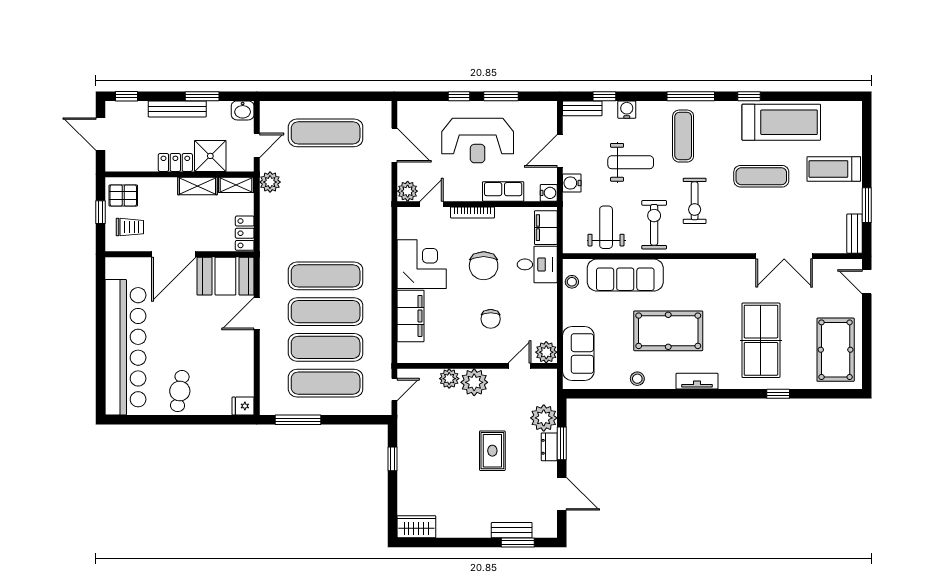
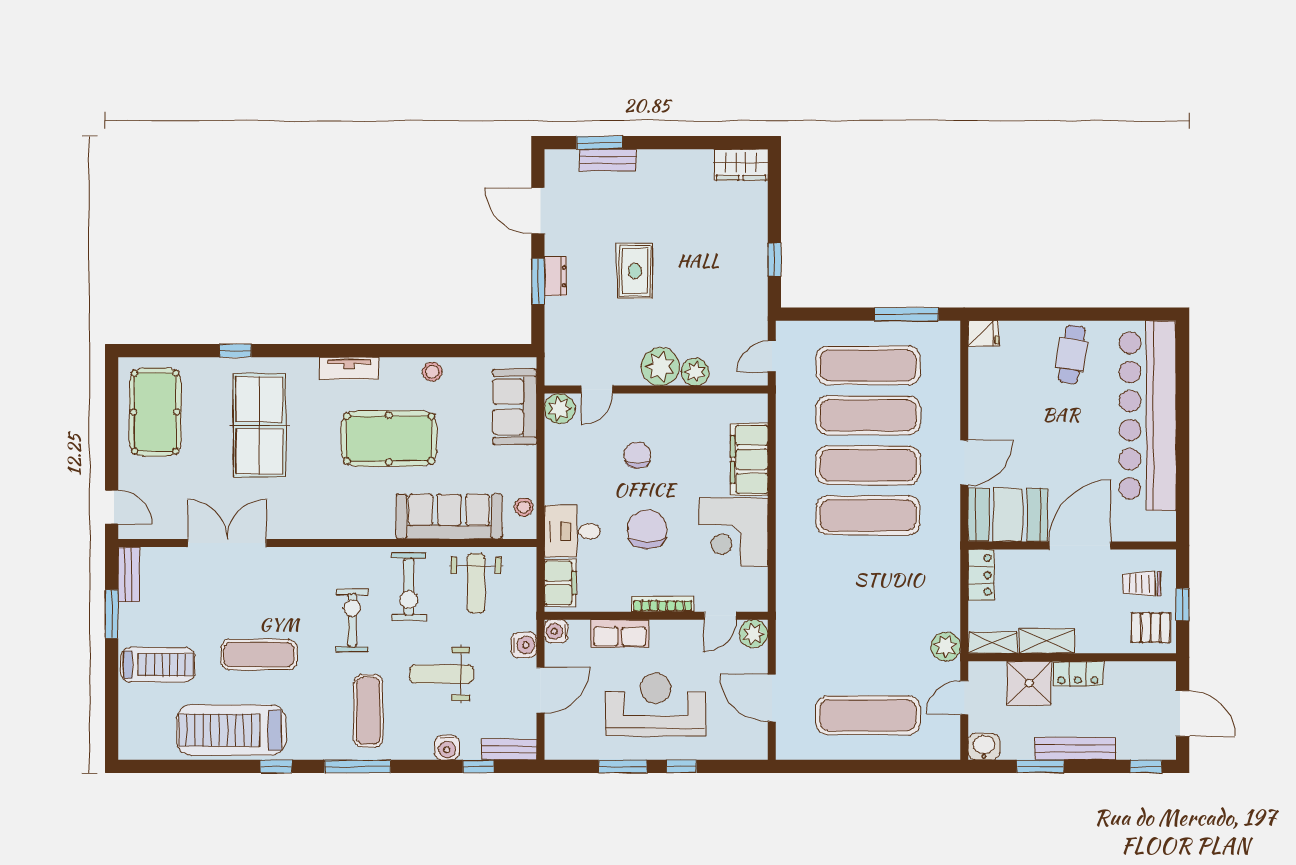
plant: (544, 418) -> (563, 317), removed

